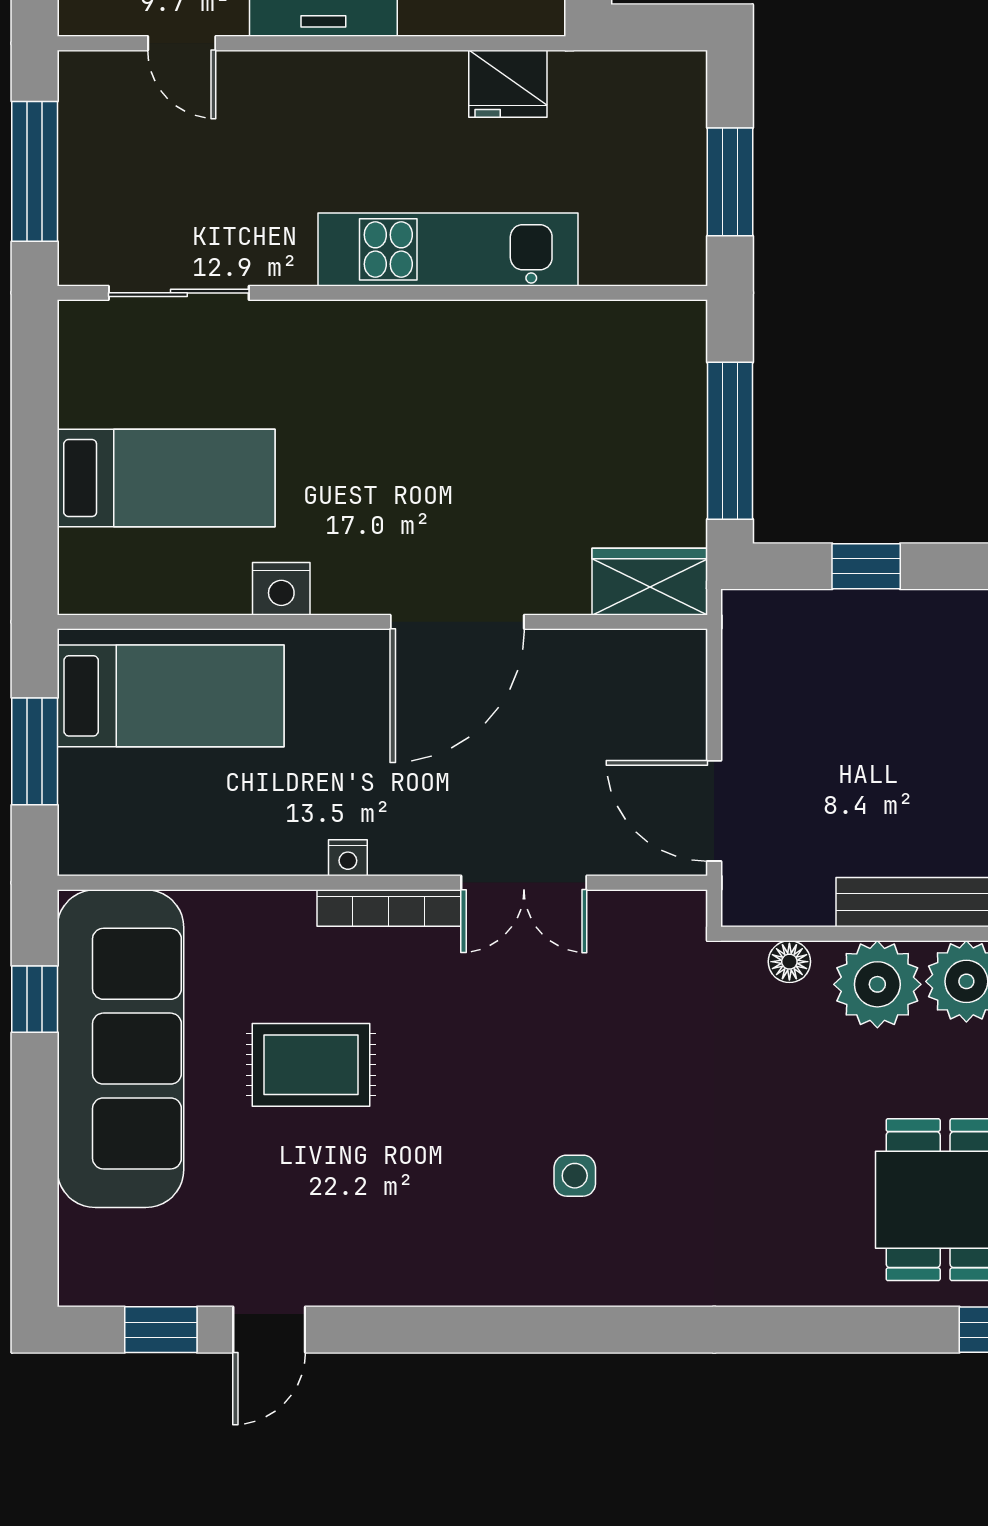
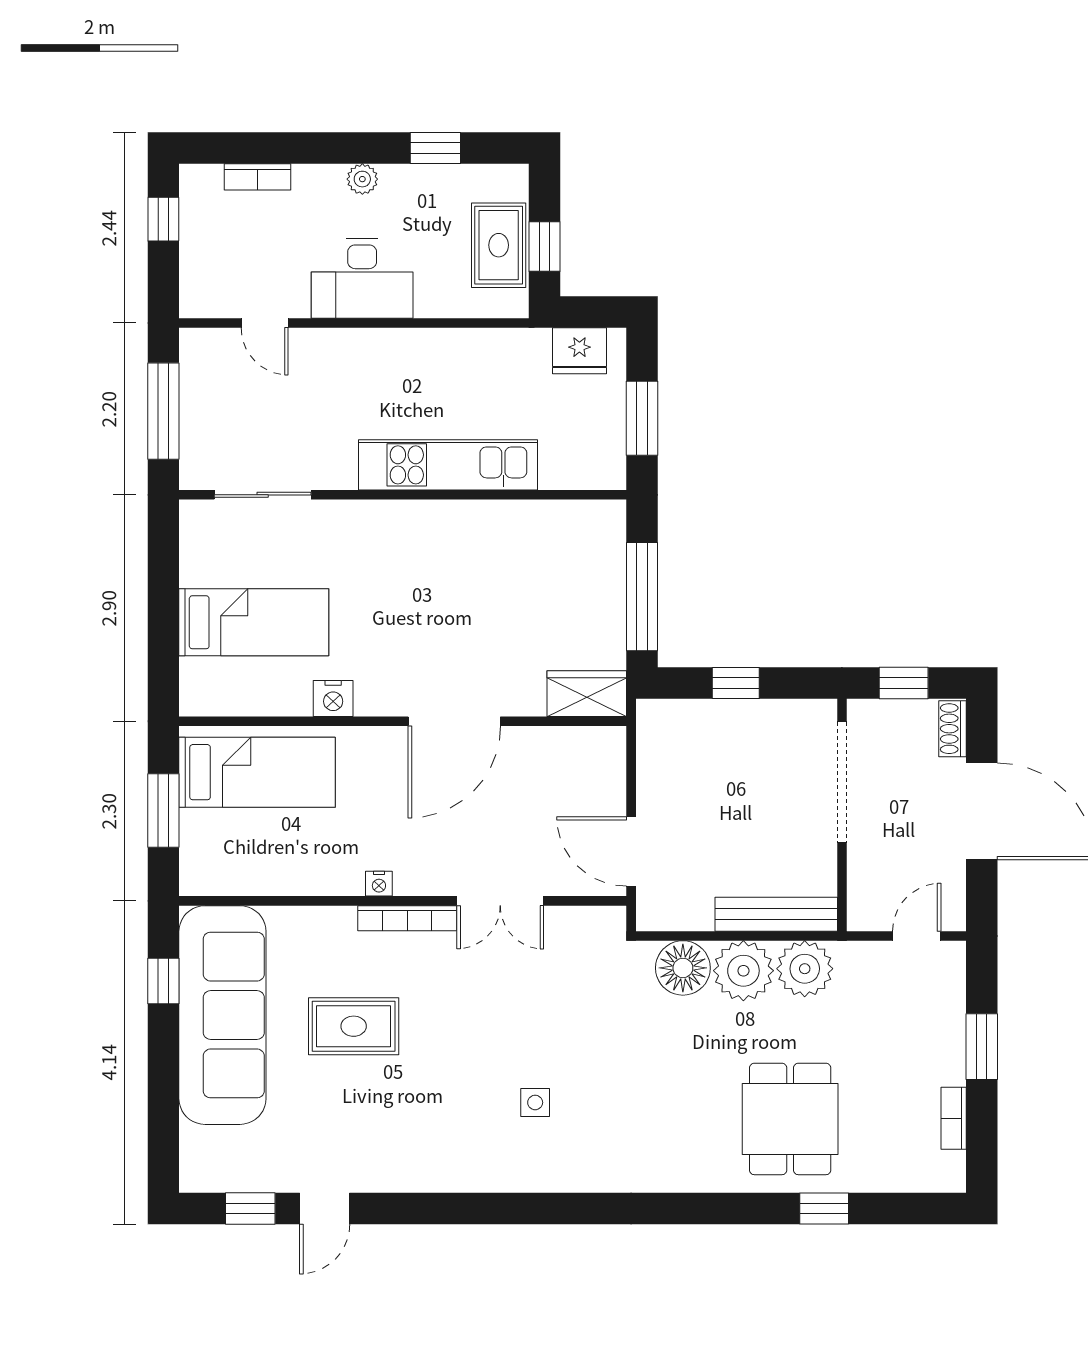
fridge: (508, 84) -> (579, 351), moved
floor lamp: (789, 962) -> (683, 968), width x1.89, depth x1.89

